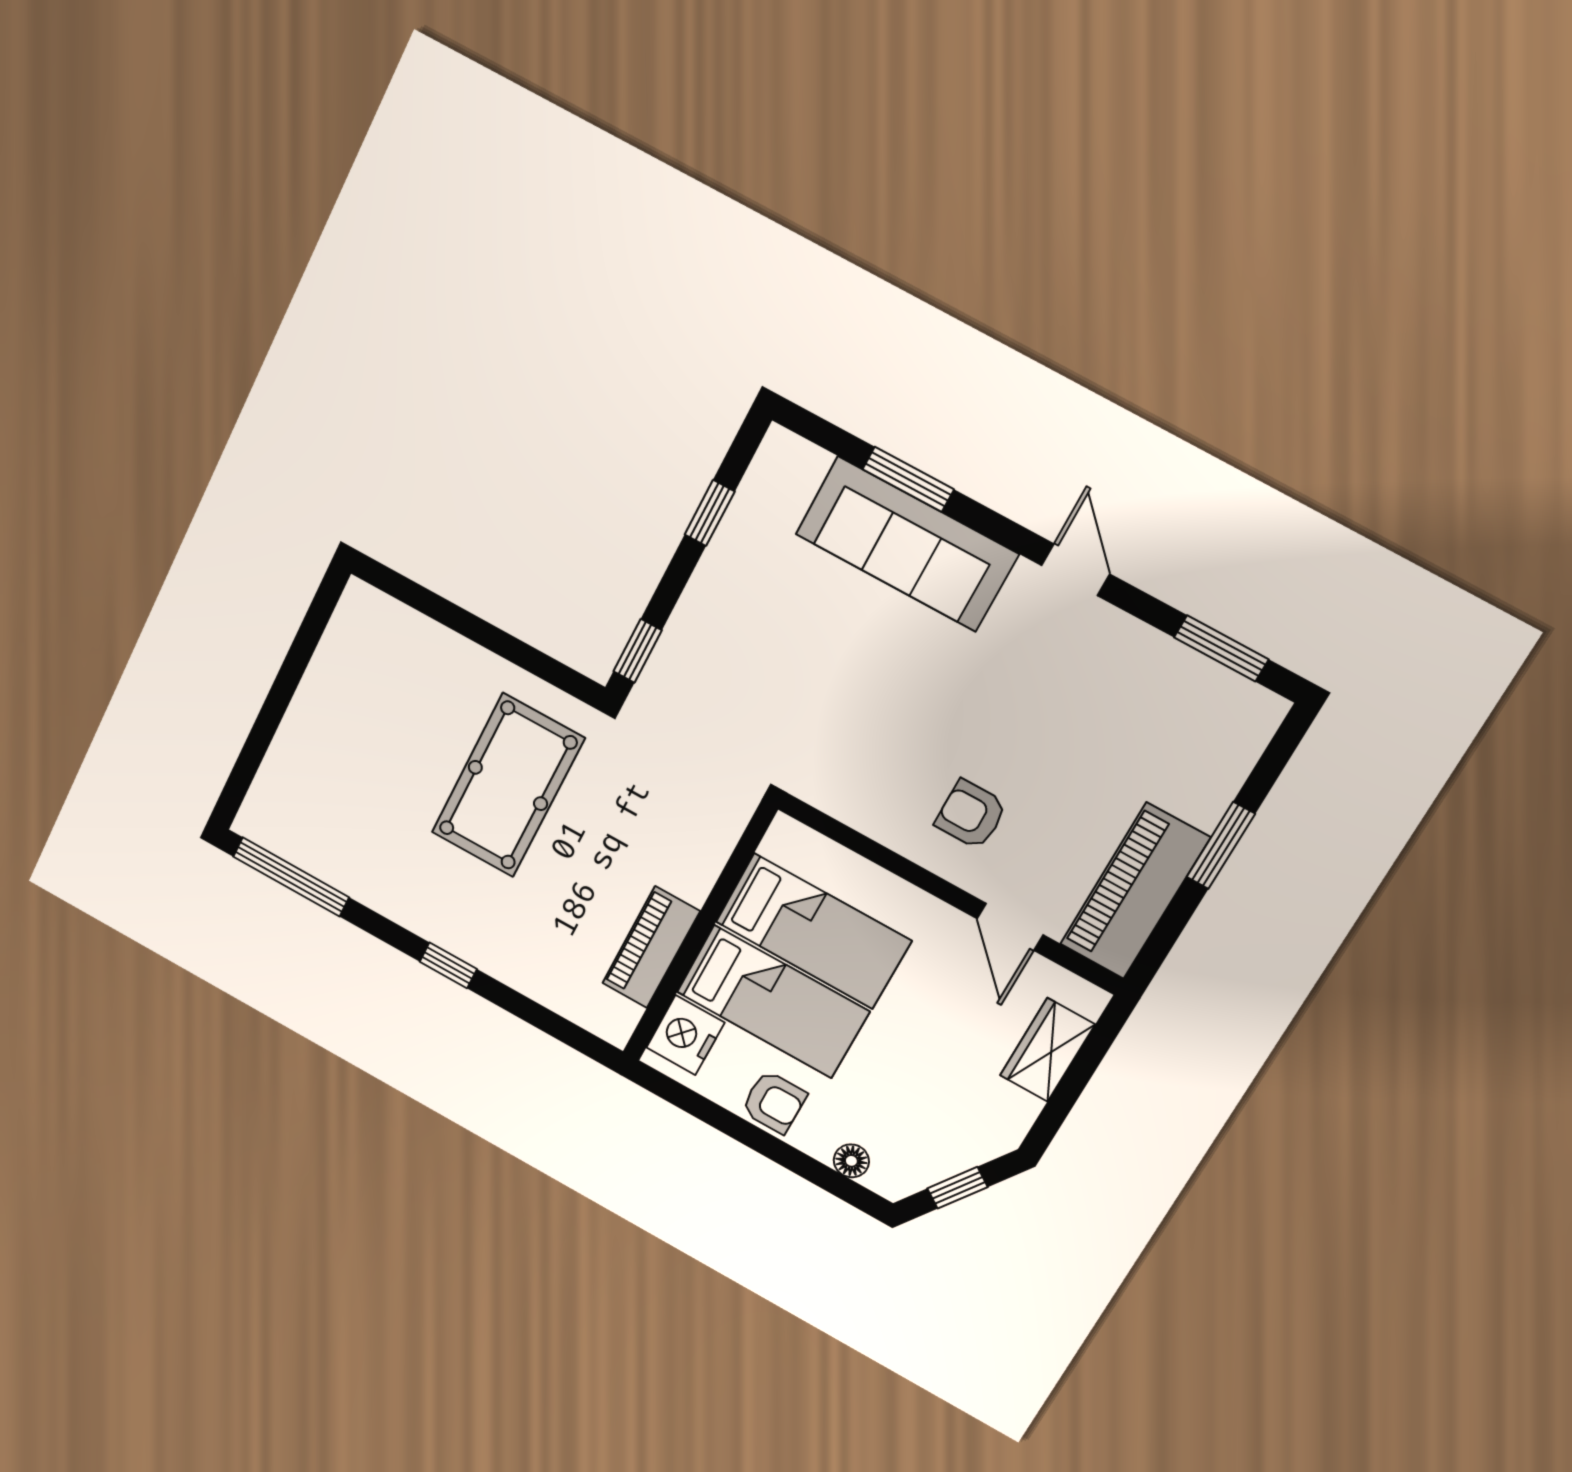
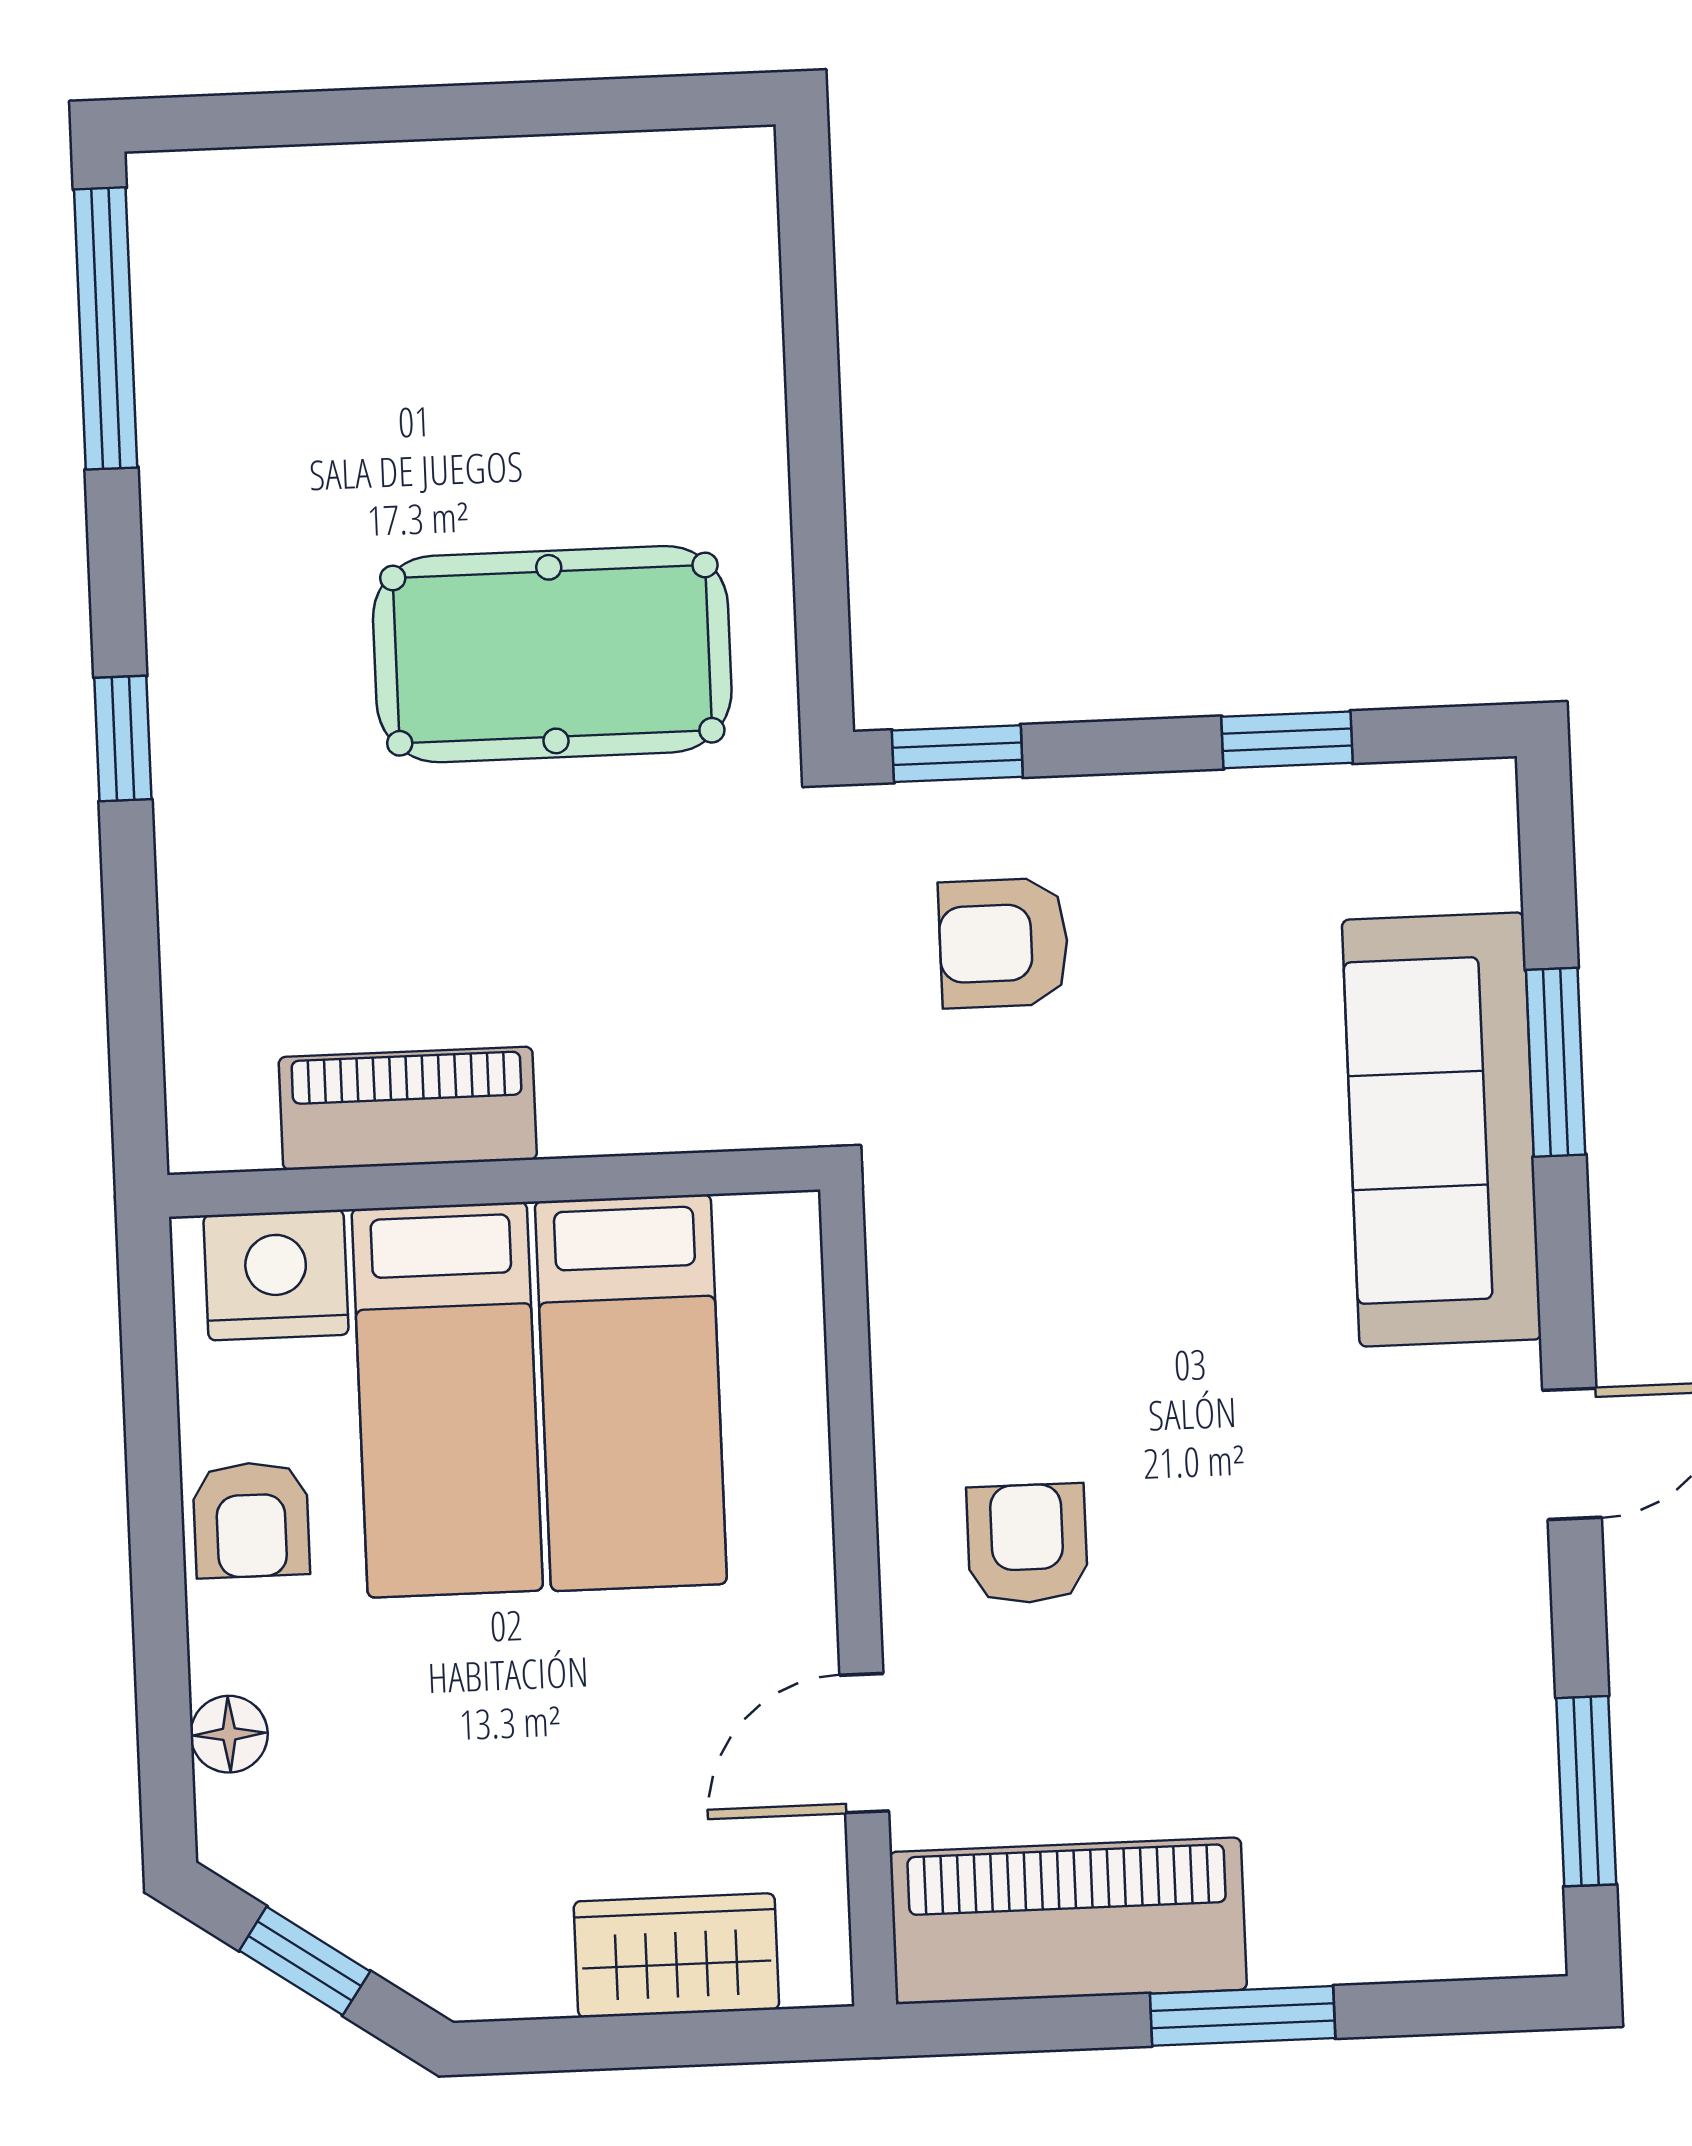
armchair: (724, 678) -> (1003, 943), added

